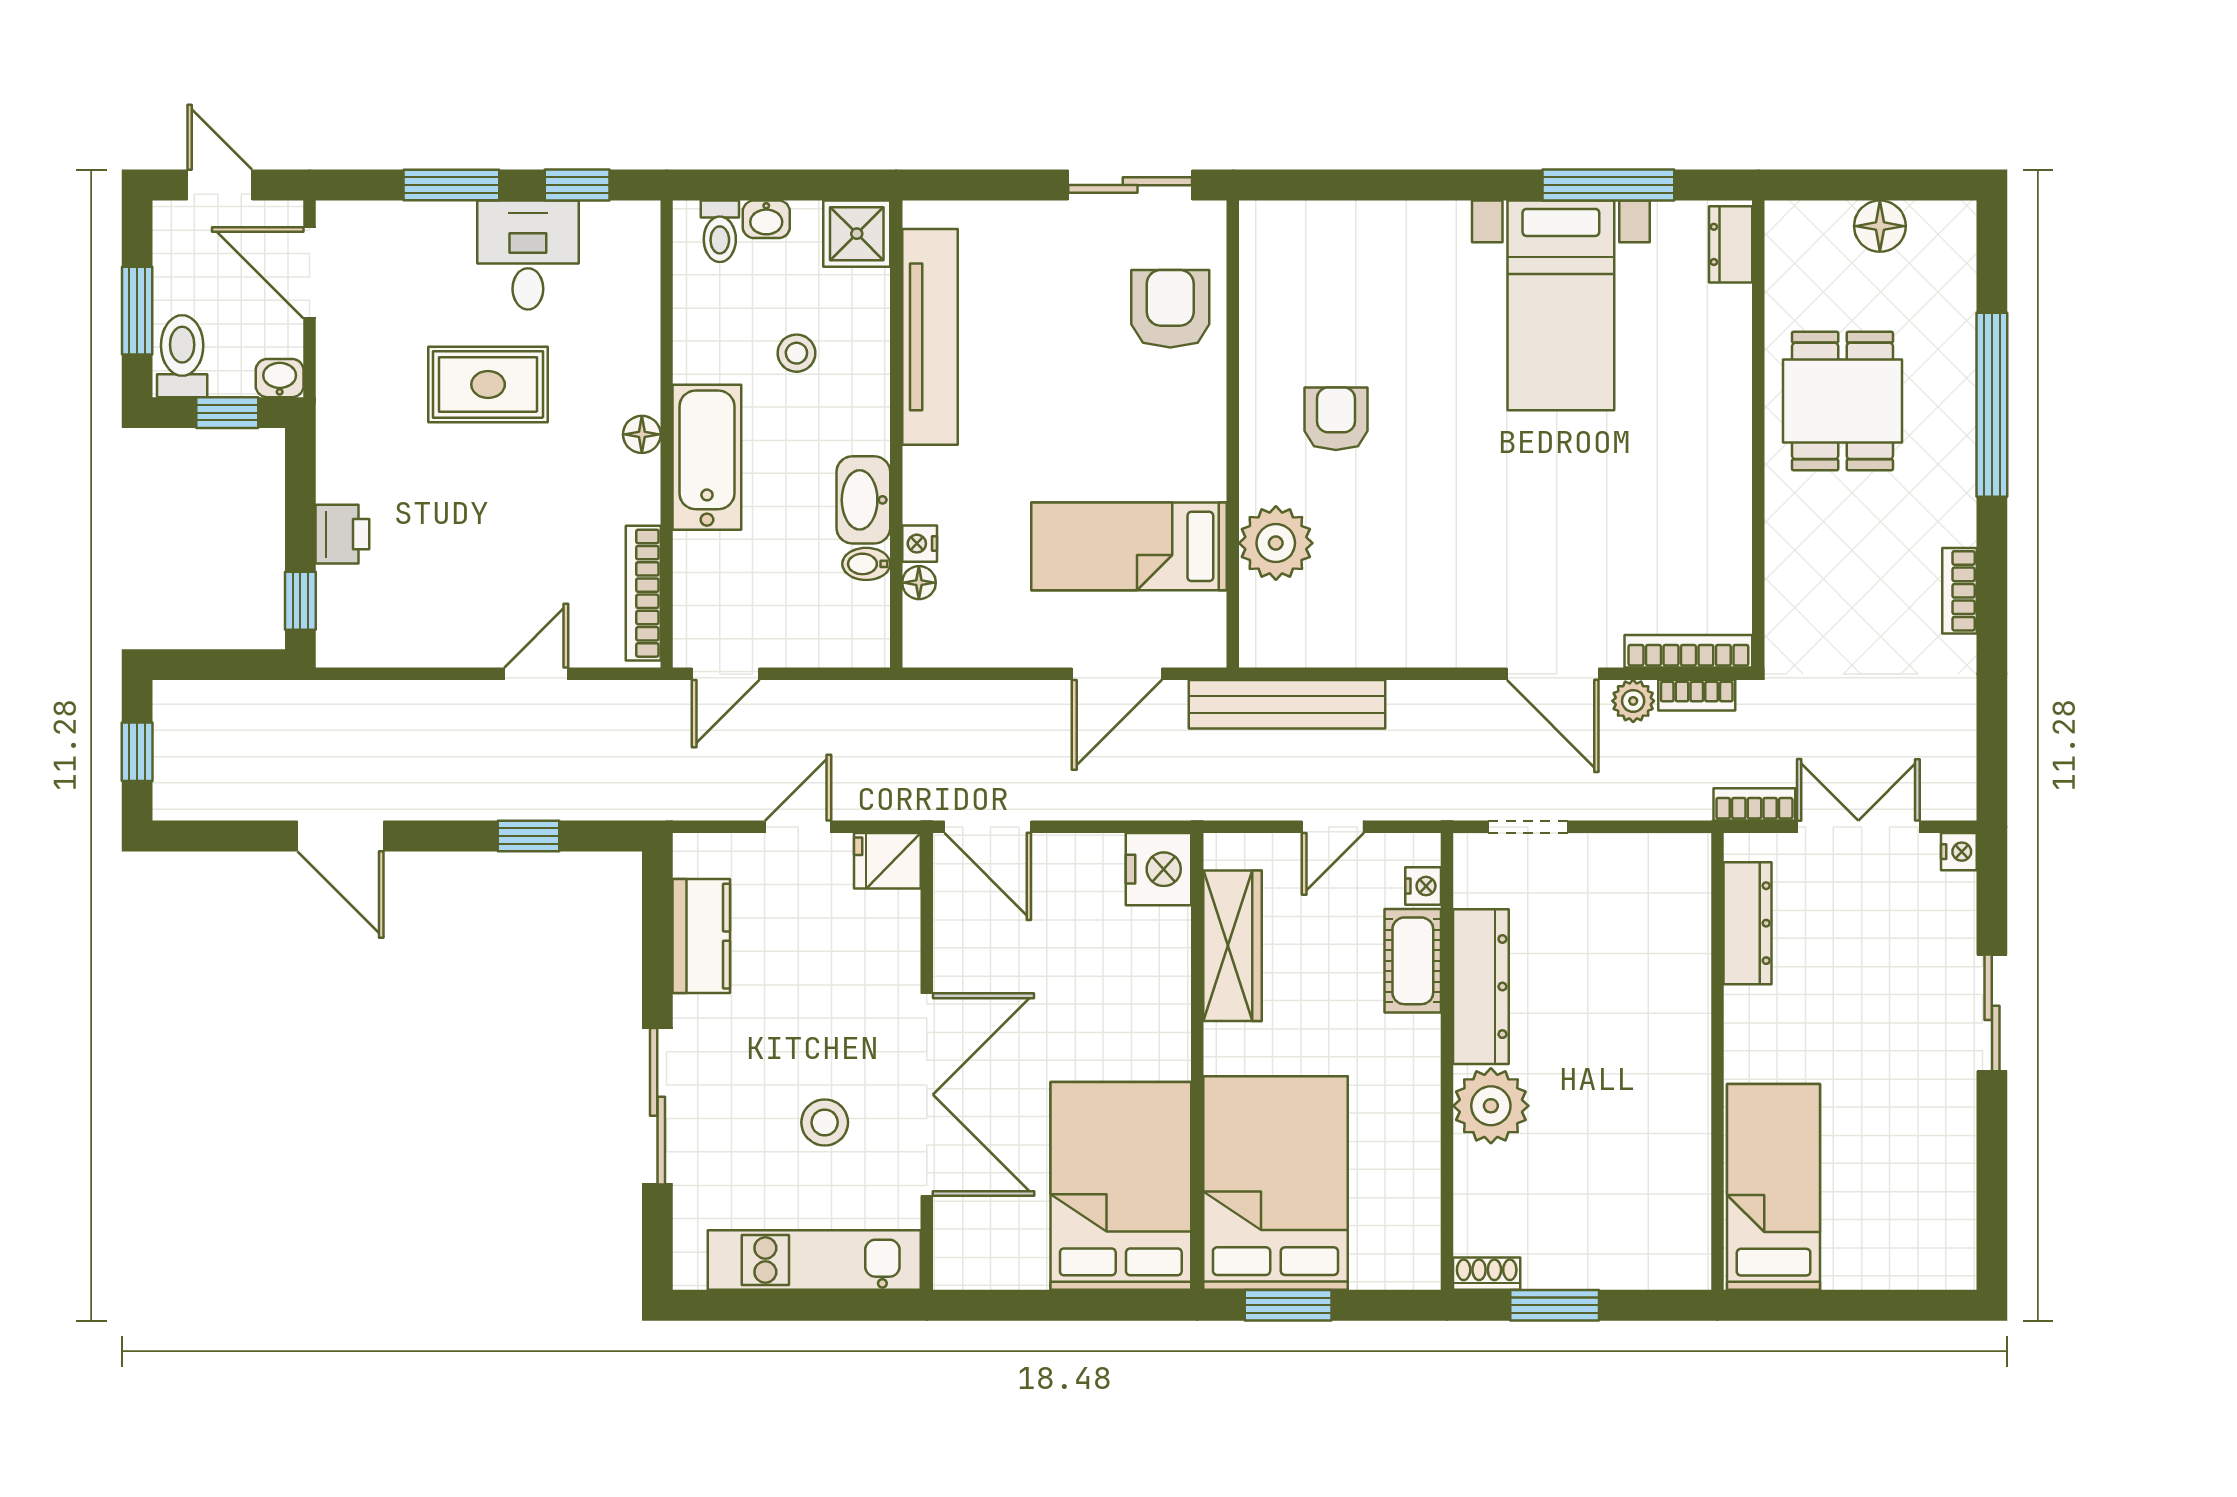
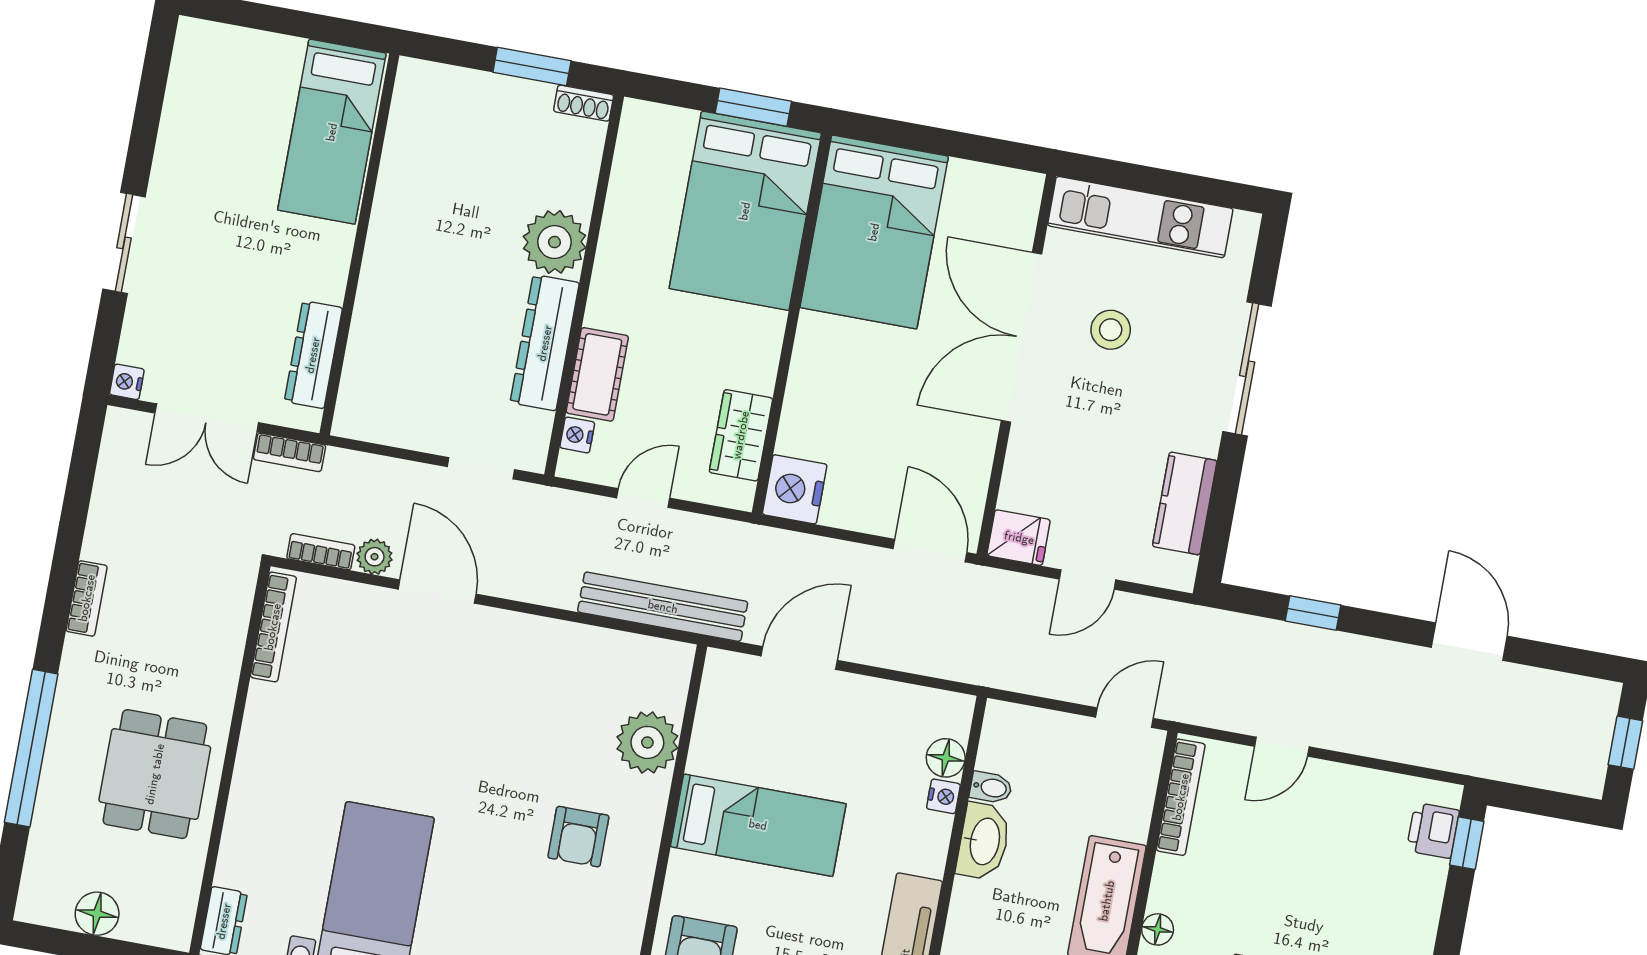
printer: (342, 534) -> (1433, 830), moved
bed: (1129, 546) -> (758, 825), moved
floor lamp: (919, 583) -> (946, 758), width x1.37, depth x1.37
bookcase: (1688, 651) -> (273, 627), moved, turned -90
wardrobe: (1232, 946) -> (741, 435), width x0.67

